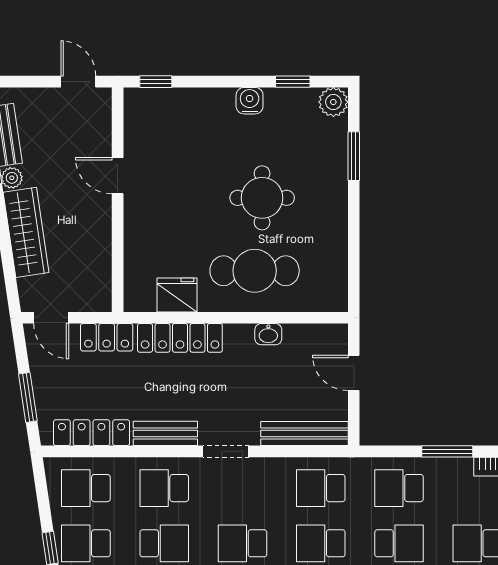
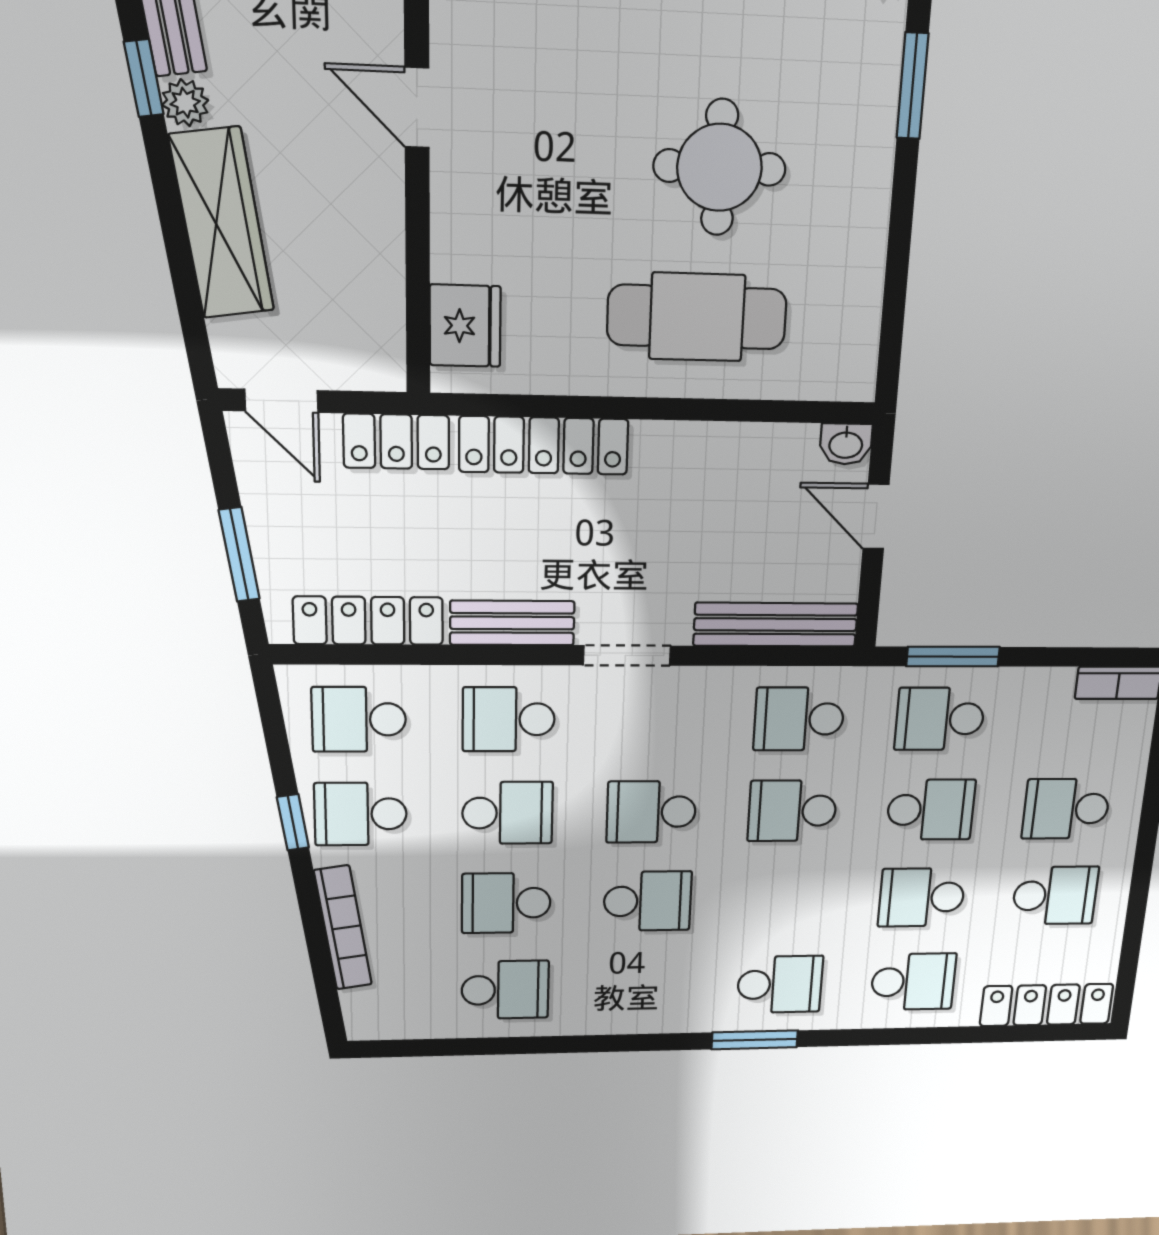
fridge: (177, 295) -> (465, 326), moved, turned 90
washbasin: (268, 334) -> (846, 444), moved
window: (447, 451) -> (953, 657), moved

